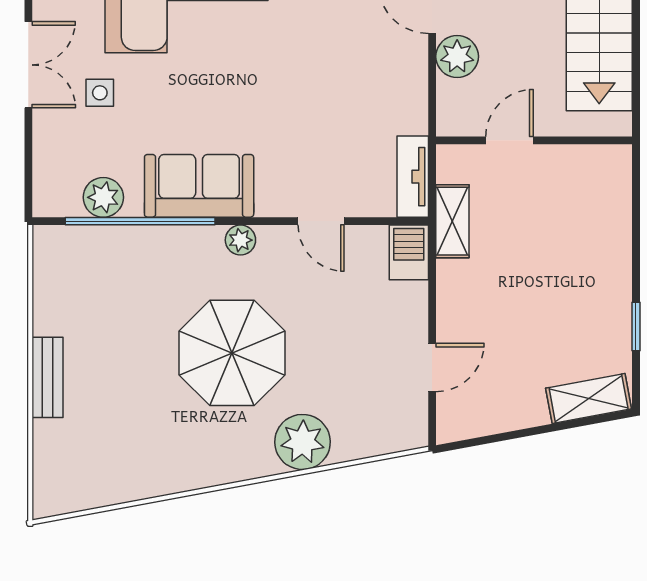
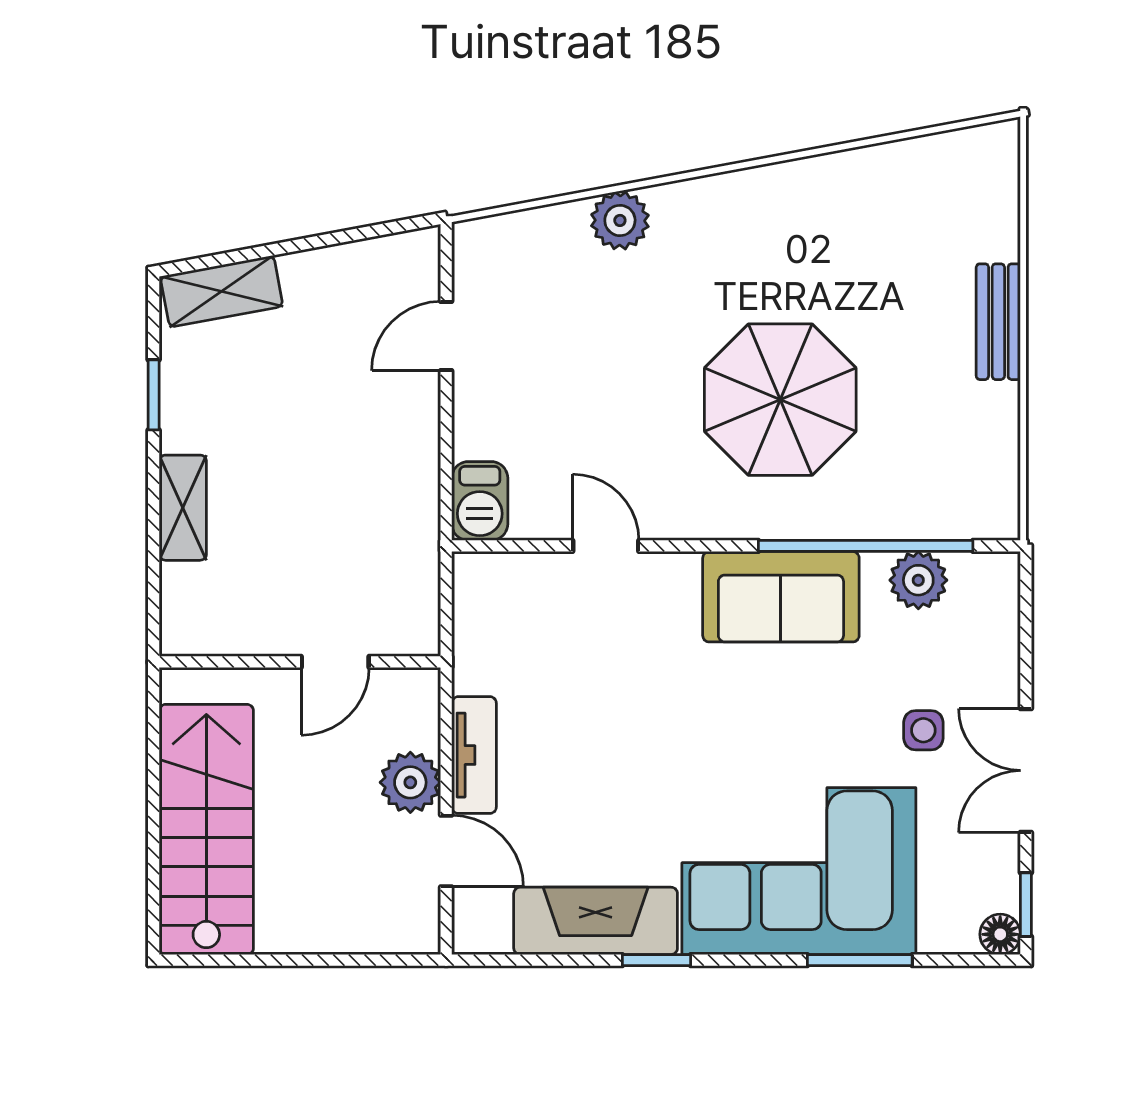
tv unit: (413, 177) -> (474, 755), moved
shelving: (452, 221) -> (183, 508), moved
plant: (240, 240) -> (721, 519), removed
parasol: (232, 353) -> (780, 400), moved
plant: (303, 442) -> (620, 220), width x0.73, depth x0.73

